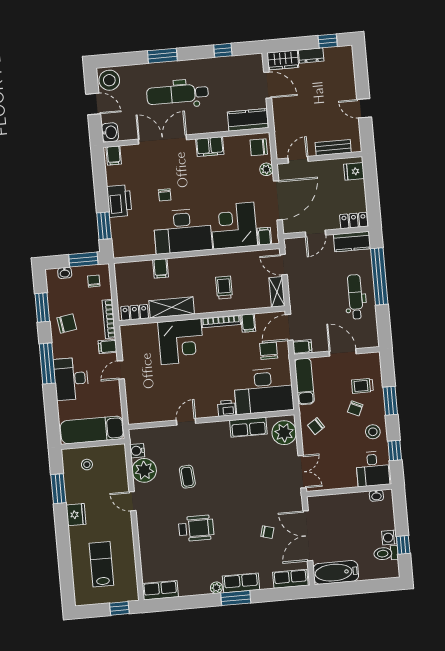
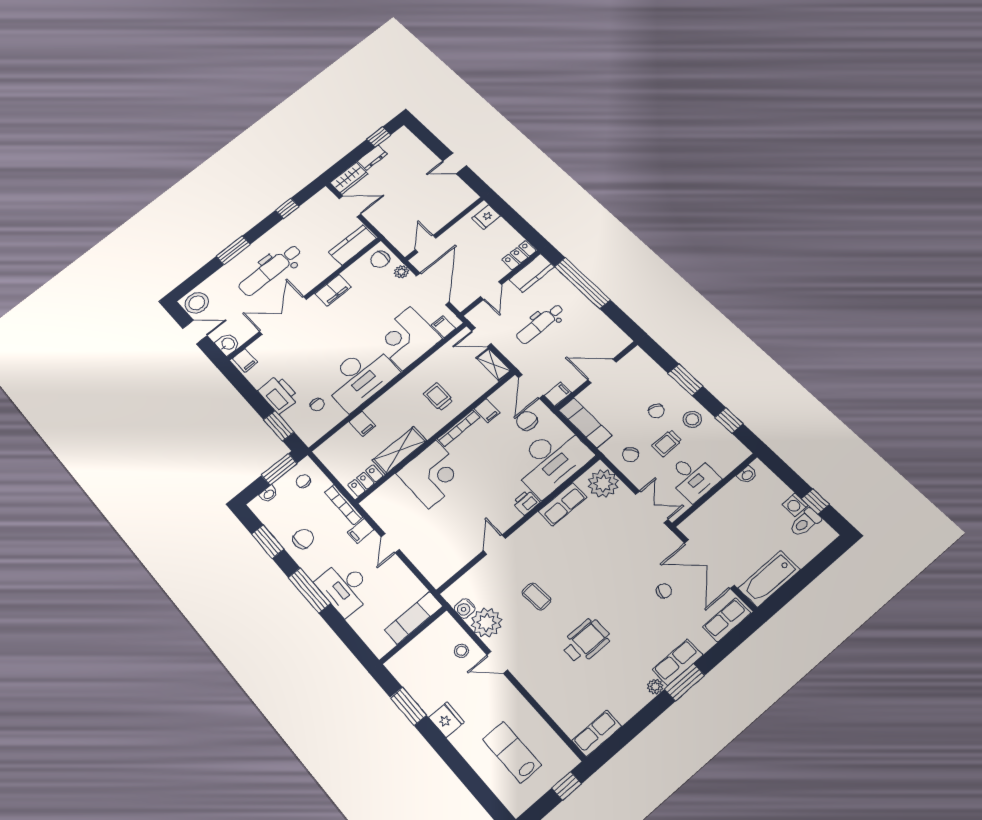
bench: (333, 148) -> (451, 212), removed
chair: (165, 195) -> (317, 405), moved
dental chair: (355, 297) -> (540, 324), moved, turned -90
trolley: (362, 386) -> (667, 443), moved
exam couch: (92, 430) -> (414, 618), width x0.73, depth x0.69
stool: (87, 465) -> (461, 651), moved
desk: (373, 469) -> (693, 477), moved

